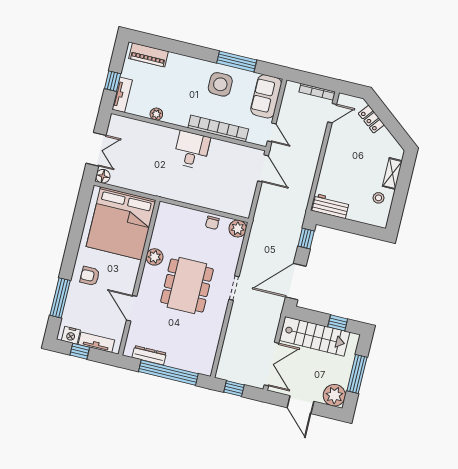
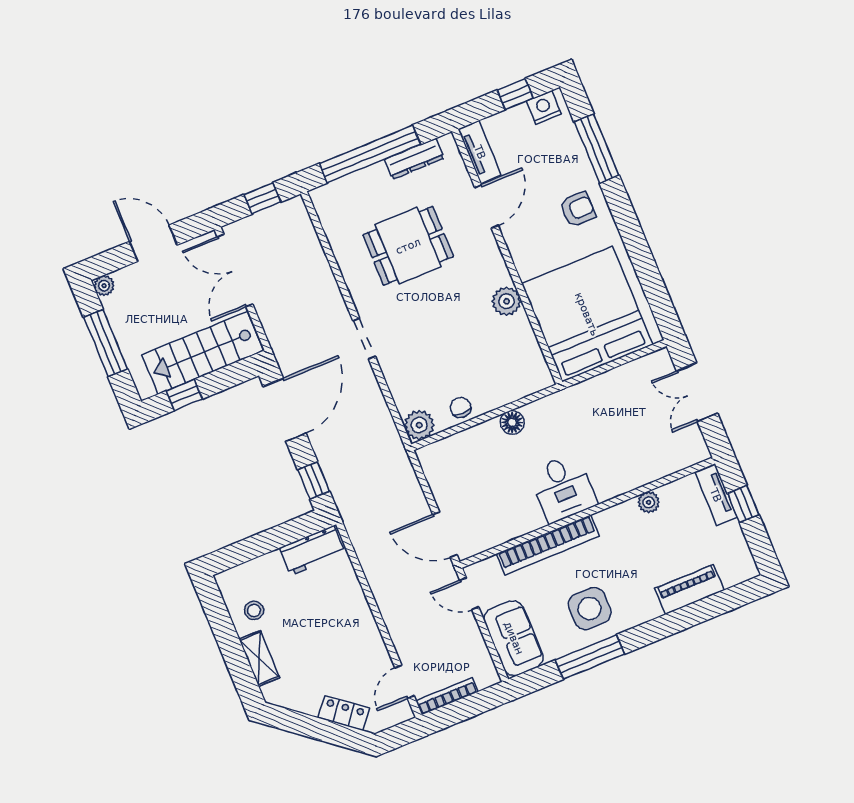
piano: (149, 55) -> (689, 589), moved
floor lamp: (103, 176) -> (512, 422), moved
dining table: (187, 286) -> (408, 246), moved, width x0.73
door: (132, 308) -> (486, 206), hinge flipped
tv unit: (96, 342) -> (480, 152), moved, turned -90
plant: (334, 395) -> (104, 286), width x0.53, depth x0.53

